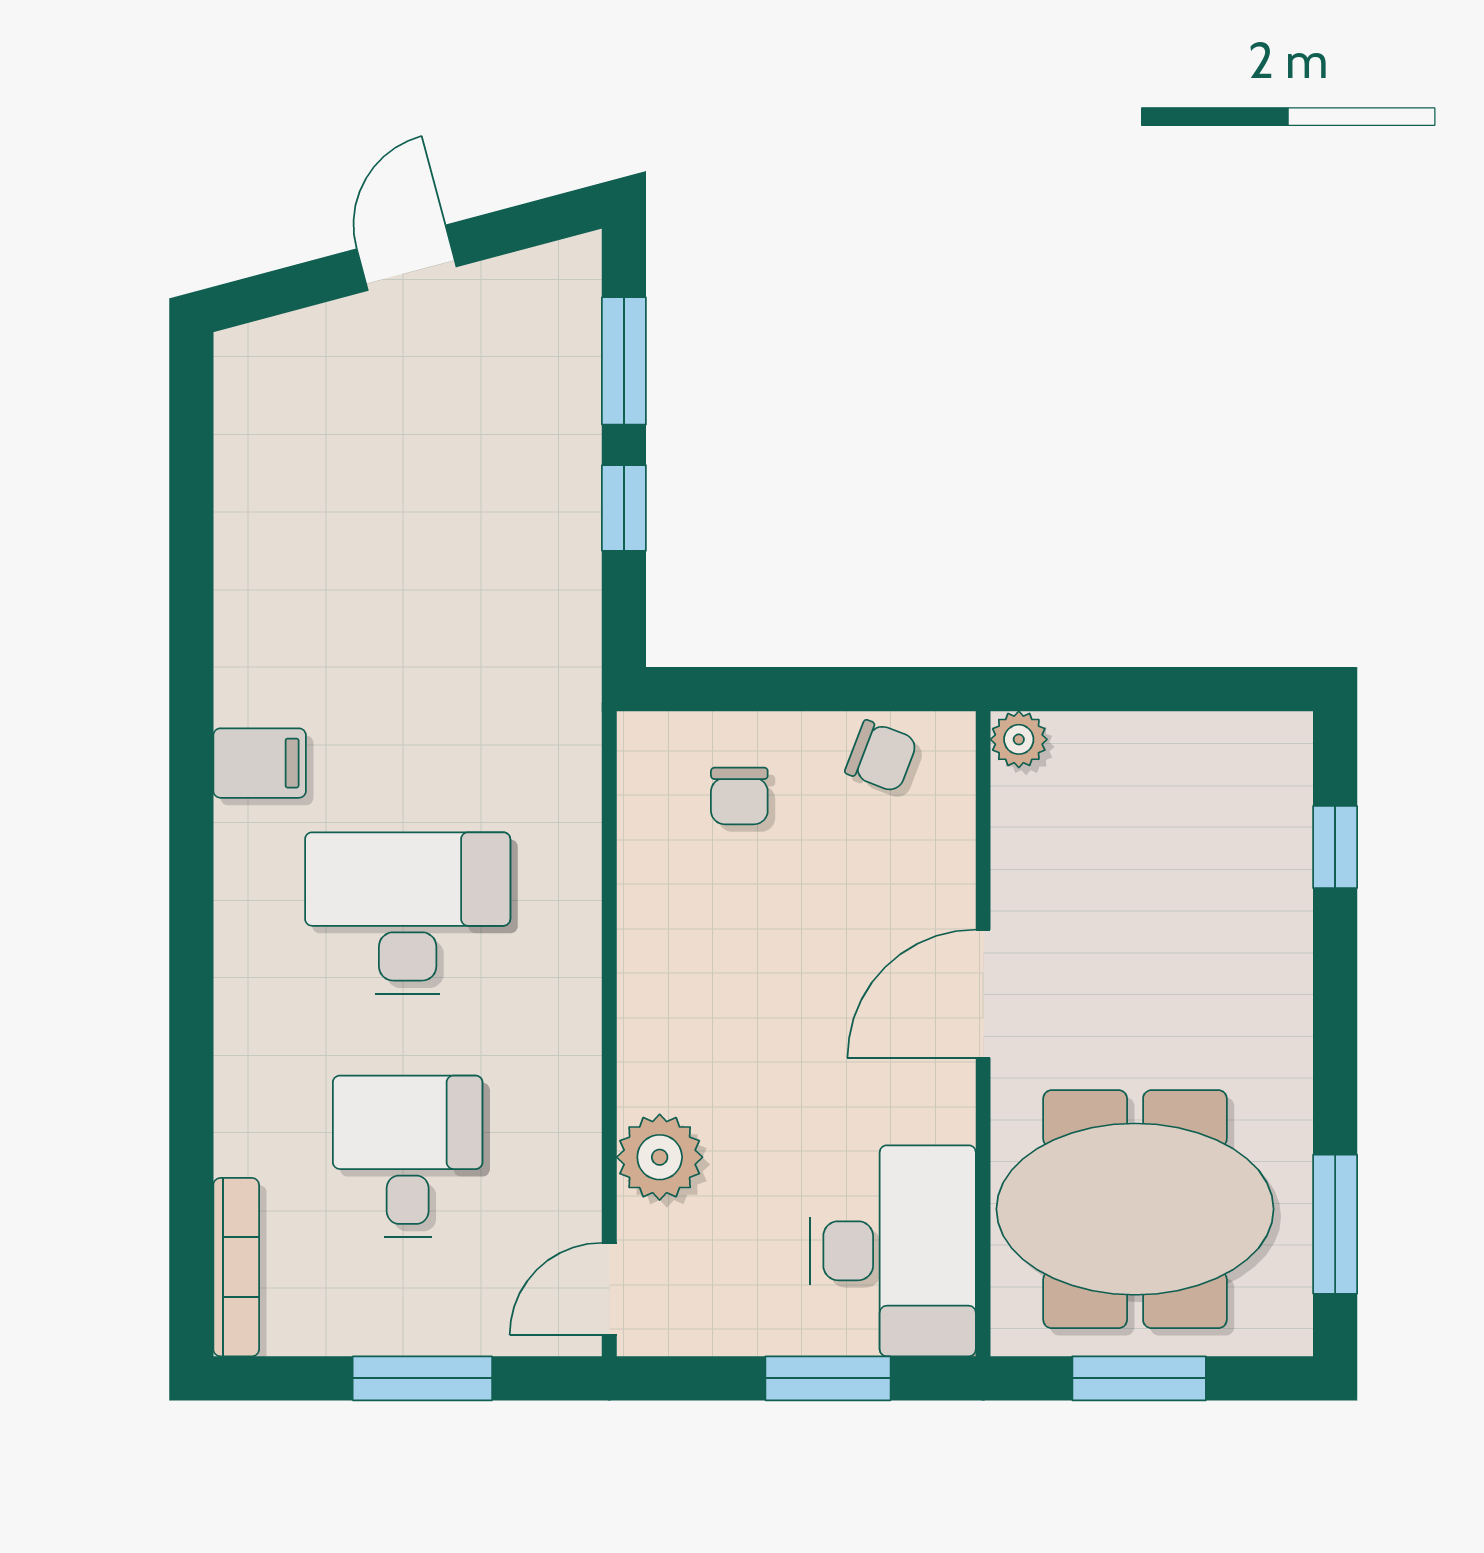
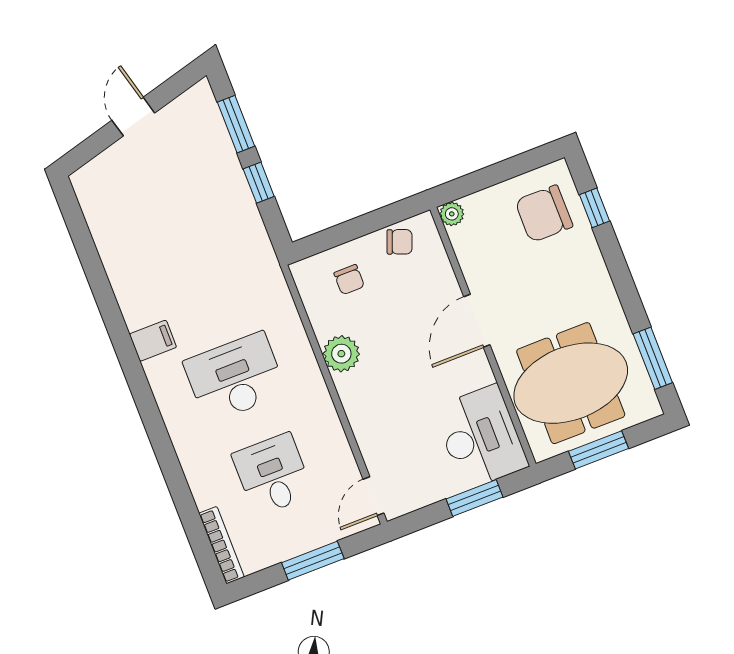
chair: (1220, 817) -> (544, 214), added
plant: (660, 1157) -> (341, 354), moved

